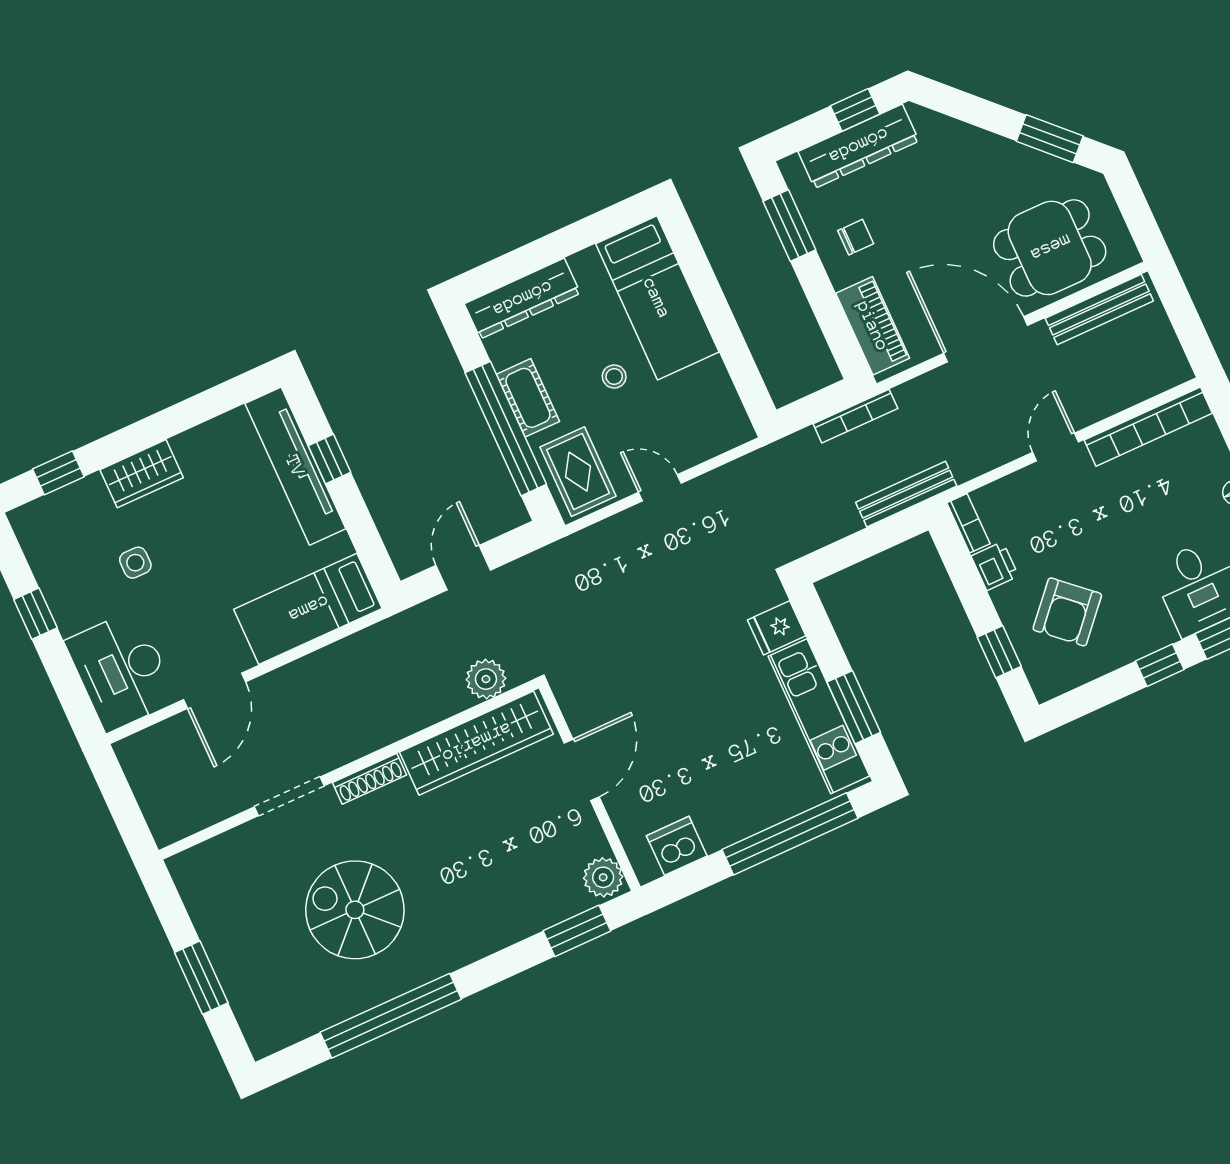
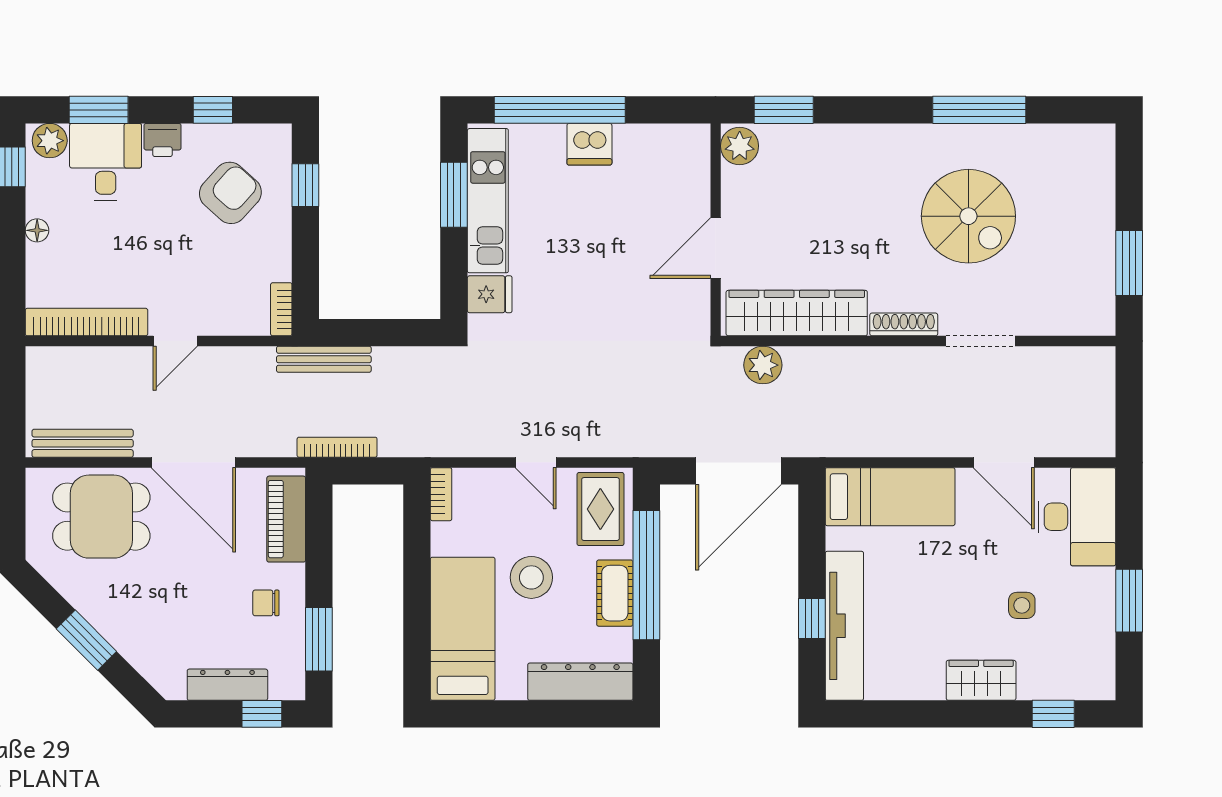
window: (855, 110) -> (262, 714), moved
window: (1050, 139) -> (86, 640), moved
dresser: (858, 146) -> (227, 685), width x0.73, depth x0.80
stool: (614, 377) -> (531, 577), width x1.89, depth x1.89
bookcase: (736, 417) -> (441, 494), added
printer: (995, 566) -> (163, 140), moved, turned -90
door: (463, 568) -> (739, 471), width x1.88
window: (35, 614) -> (1129, 601), width x1.50
window: (1160, 665) -> (213, 110), moved
door: (214, 691) -> (1004, 462), swing flipped
dishwasher: (677, 846) -> (589, 144), moved
window: (201, 978) -> (1129, 263), moved
window: (391, 1016) -> (979, 110), width x0.68

